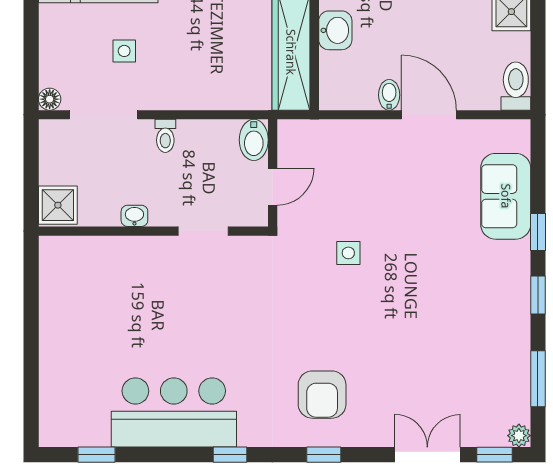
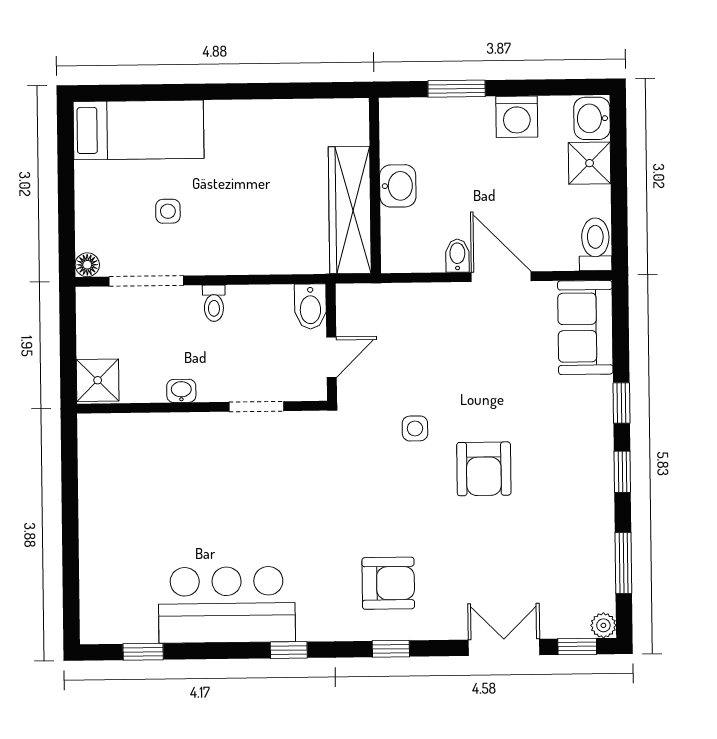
sofa: (506, 196) -> (585, 327), moved
armchair: (411, 291) -> (484, 469), added
armchair: (322, 395) -> (388, 583), turned -90

